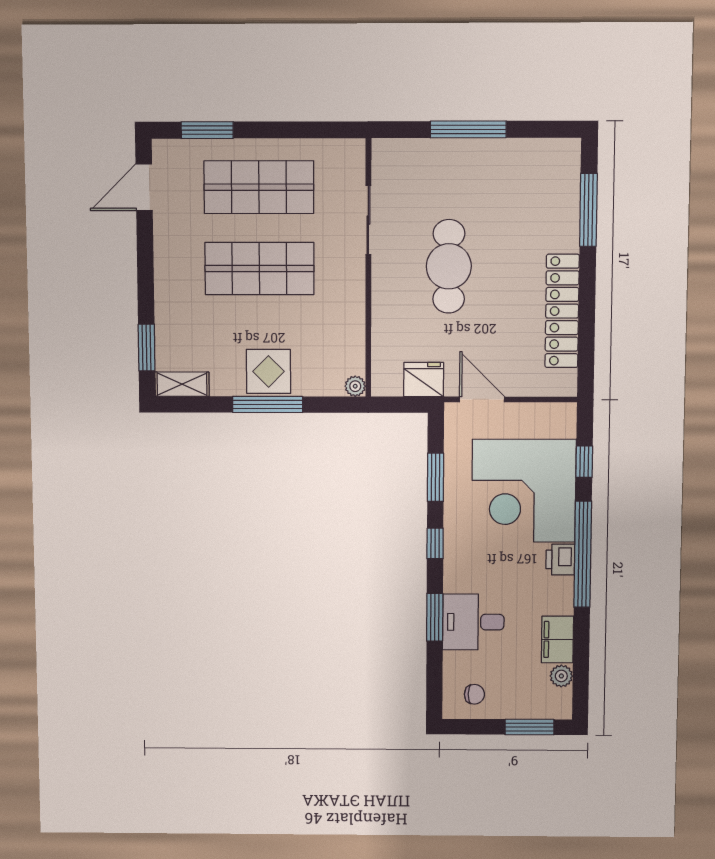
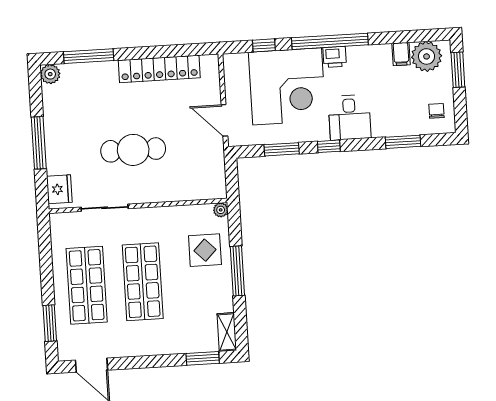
plant: (567, 152) -> (50, 74), added
display table: (269, 371) -> (205, 250), moved
fridge: (424, 380) -> (59, 189), moved, turned 180
door: (482, 399) -> (224, 120), hinge flipped
window: (435, 617) -> (403, 142), moved
desk: (473, 622) -> (350, 117), moved
filing cabinet: (557, 639) -> (401, 54), width x0.50
plant: (561, 676) -> (427, 56), width x1.88, depth x1.88

